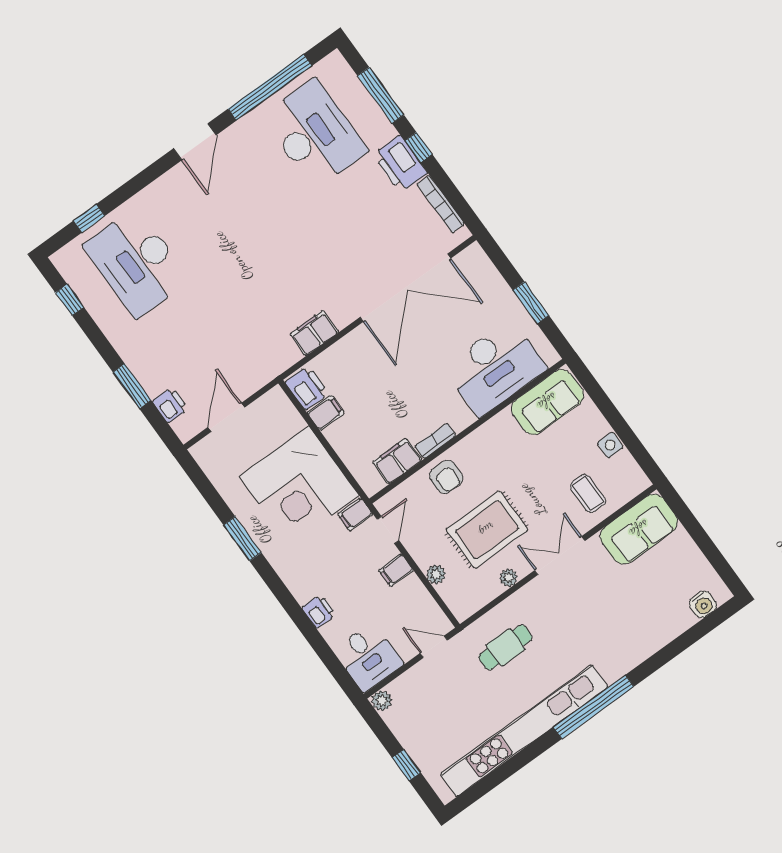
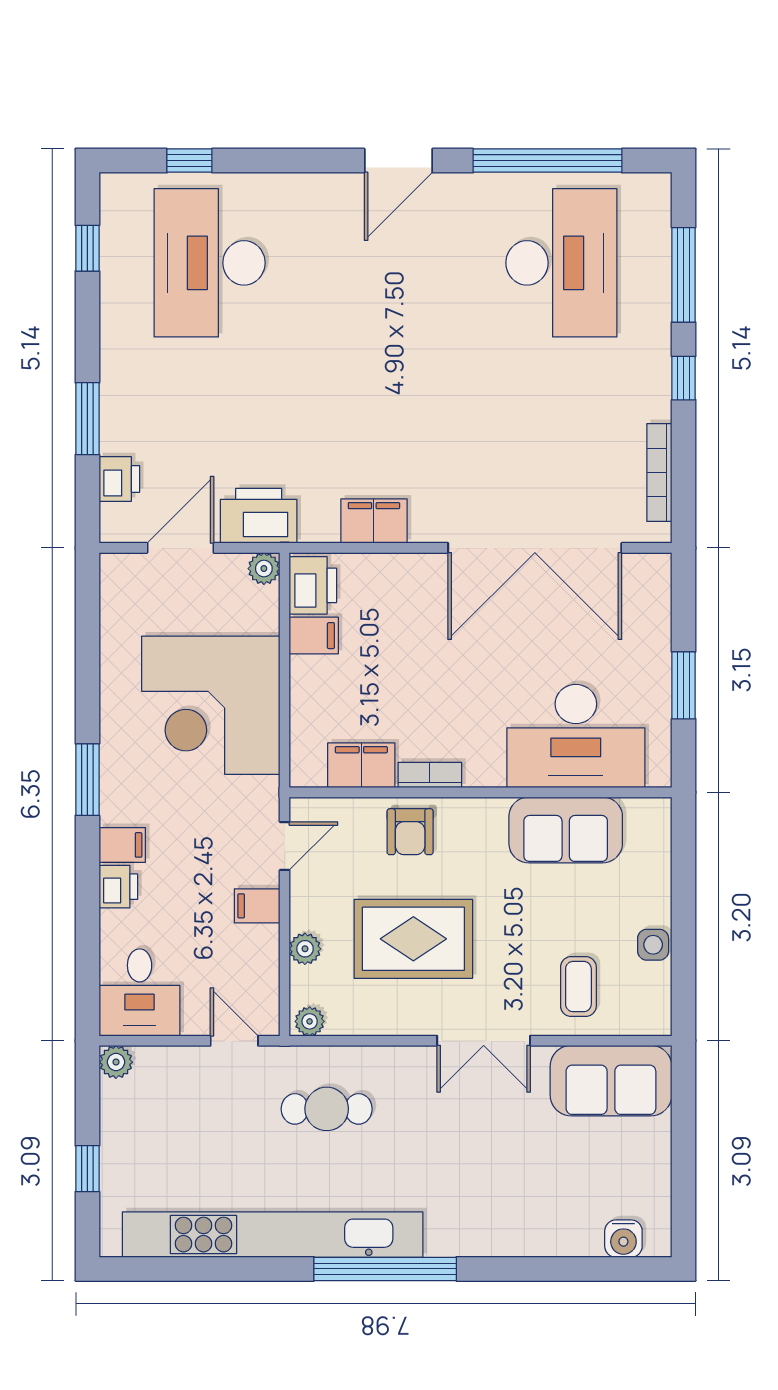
printer: (400, 164) -> (259, 516), moved, turned 90
plant: (276, 397) -> (264, 569), added
sofa: (547, 402) -> (566, 830), moved
filing cabinet: (355, 514) -> (122, 845), moved, turned 180
window: (242, 539) -> (87, 780), moved
double door: (560, 556) -> (484, 1041), swing flipped
plant: (509, 578) -> (310, 1021), moved

